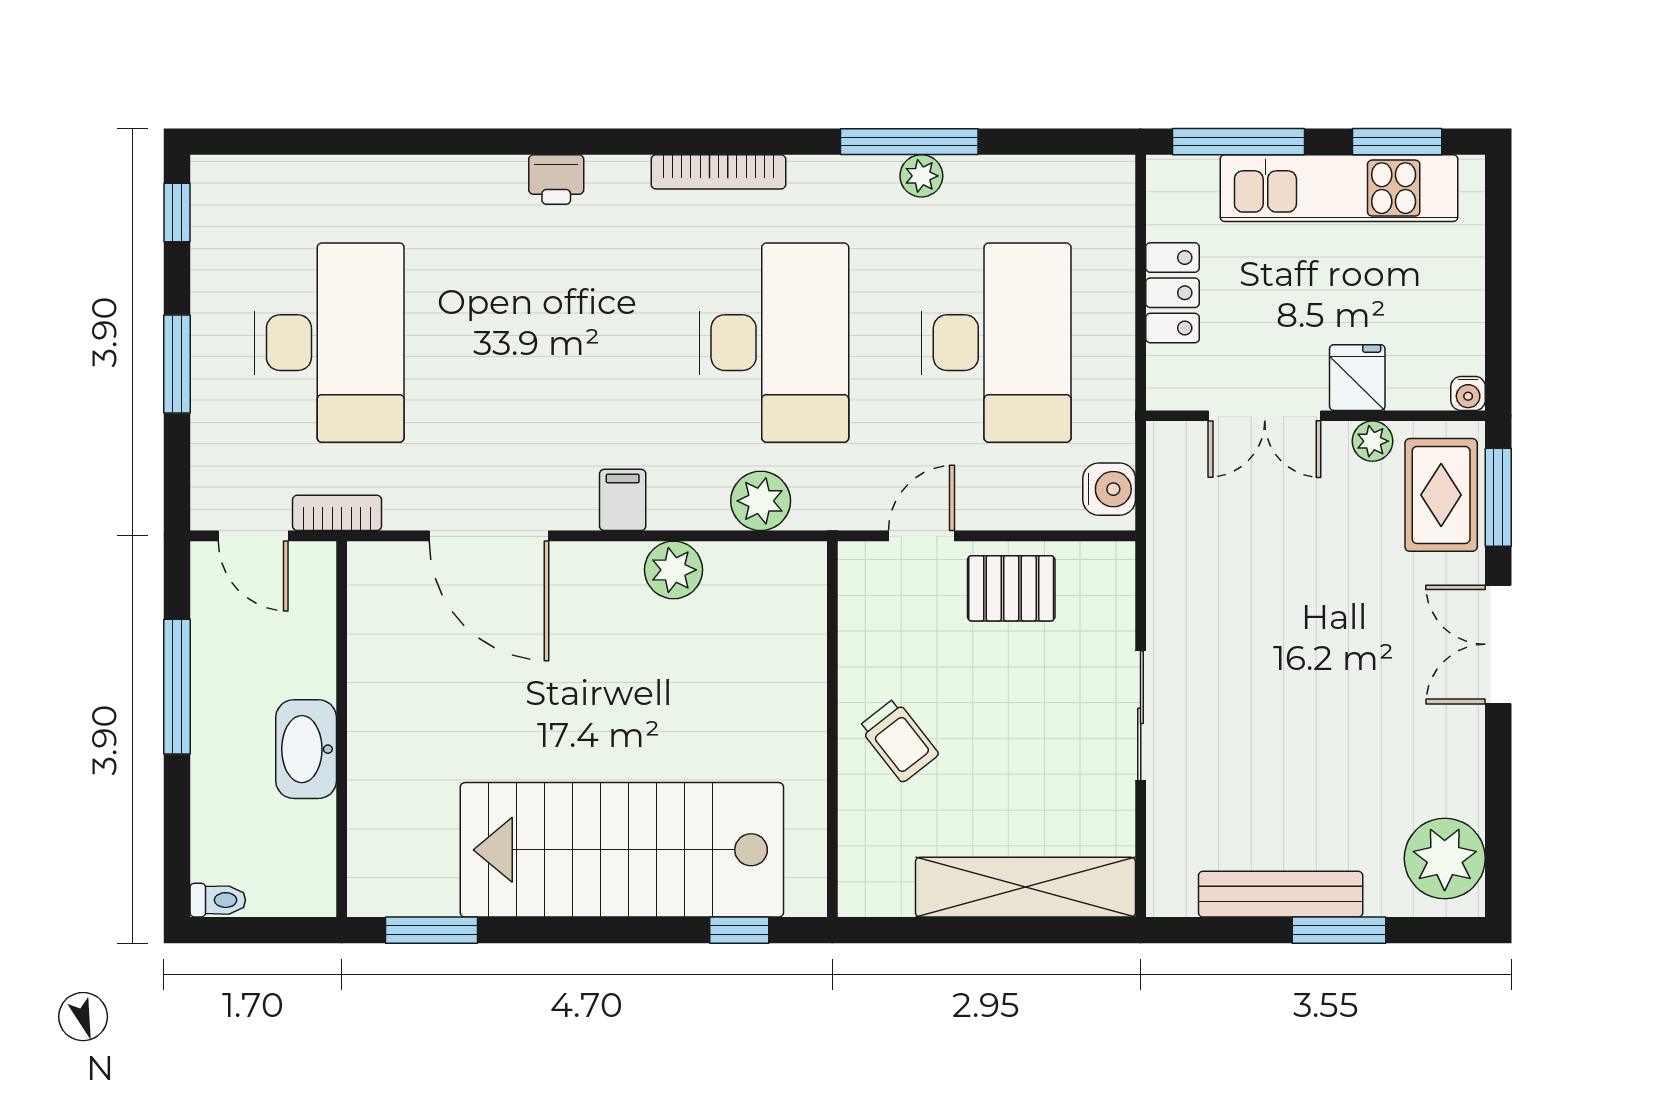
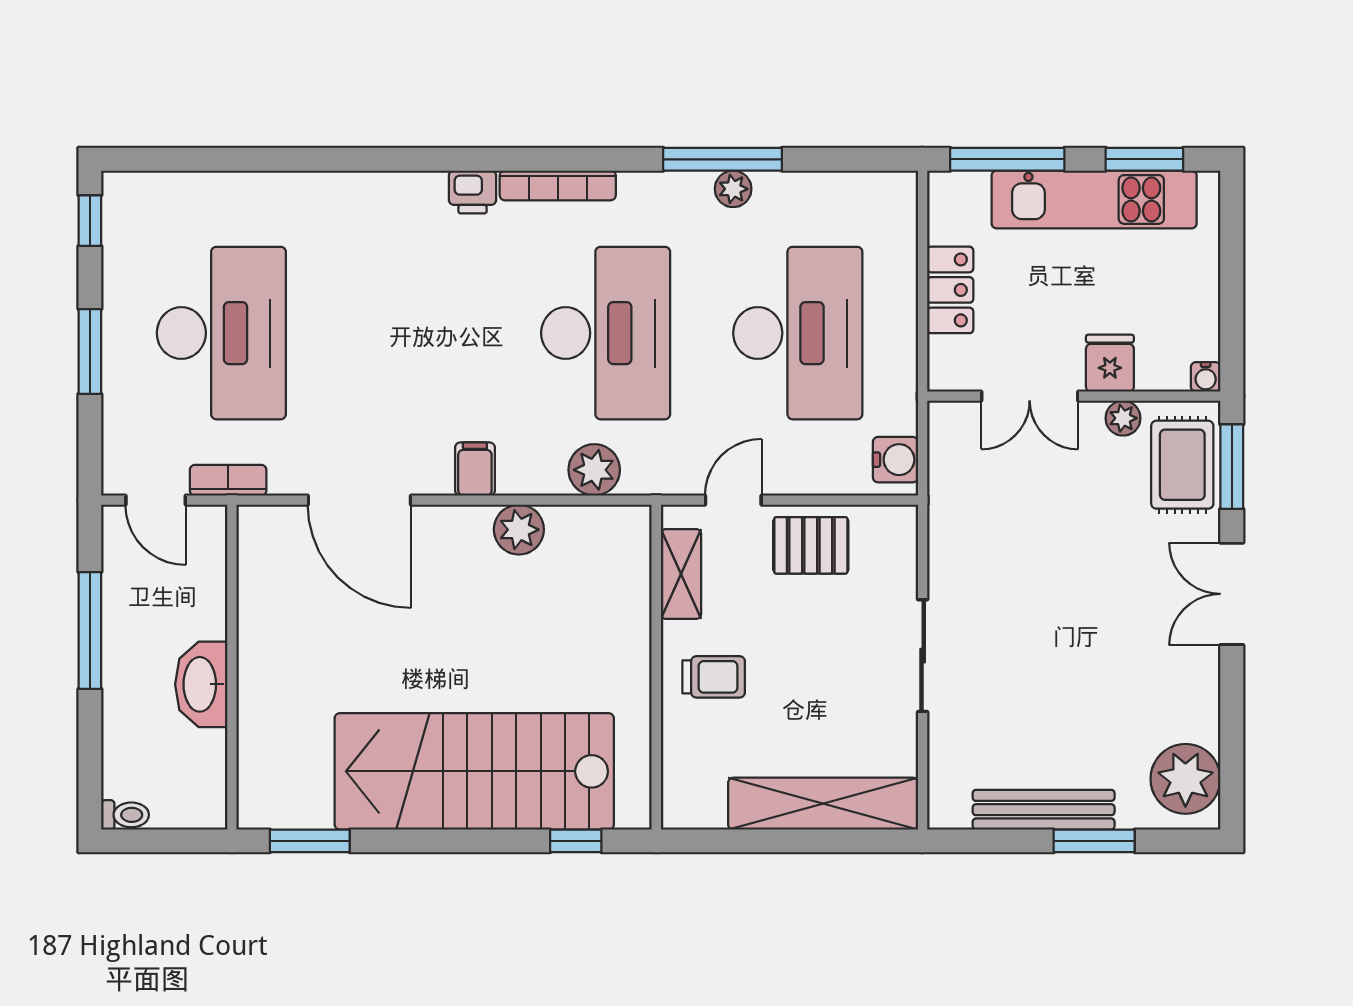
printer: (556, 179) -> (473, 192), moved
shelving: (861, 621) -> (681, 574), added
trolley: (899, 740) -> (714, 677), turned -52

